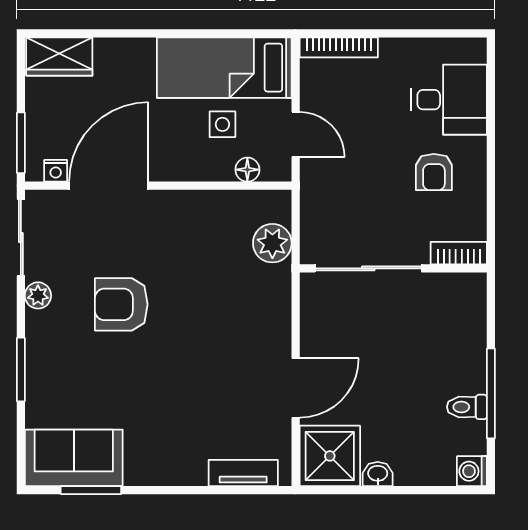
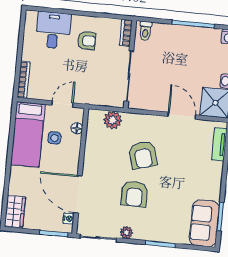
armchair: (205, 314) -> (143, 155), added
toilet: (467, 407) -> (145, 31), moved

